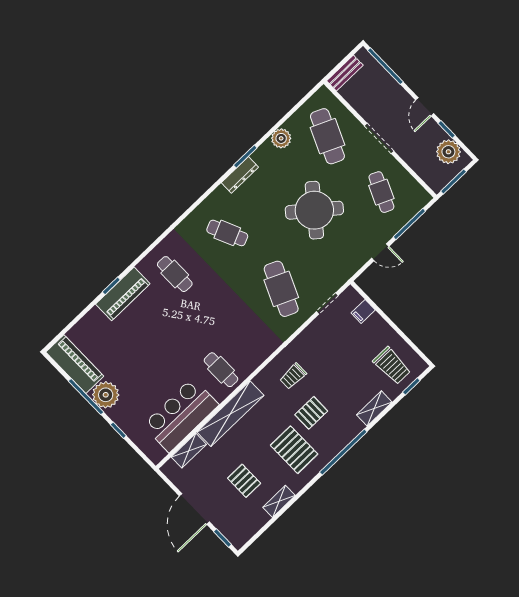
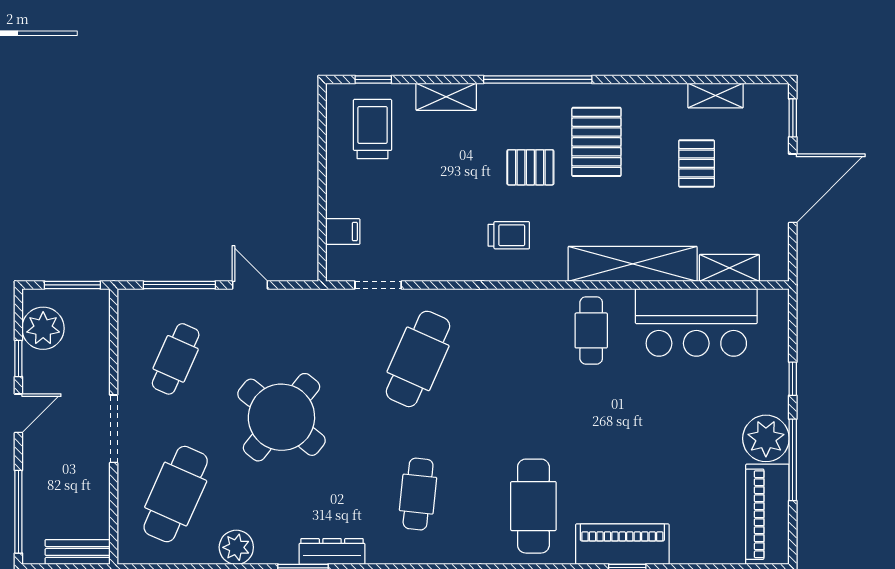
cafe table: (227, 233) -> (418, 494), turned 30
cafe table: (175, 274) -> (533, 506), width x1.37, depth x1.35
shelving: (279, 501) -> (715, 96), moved

